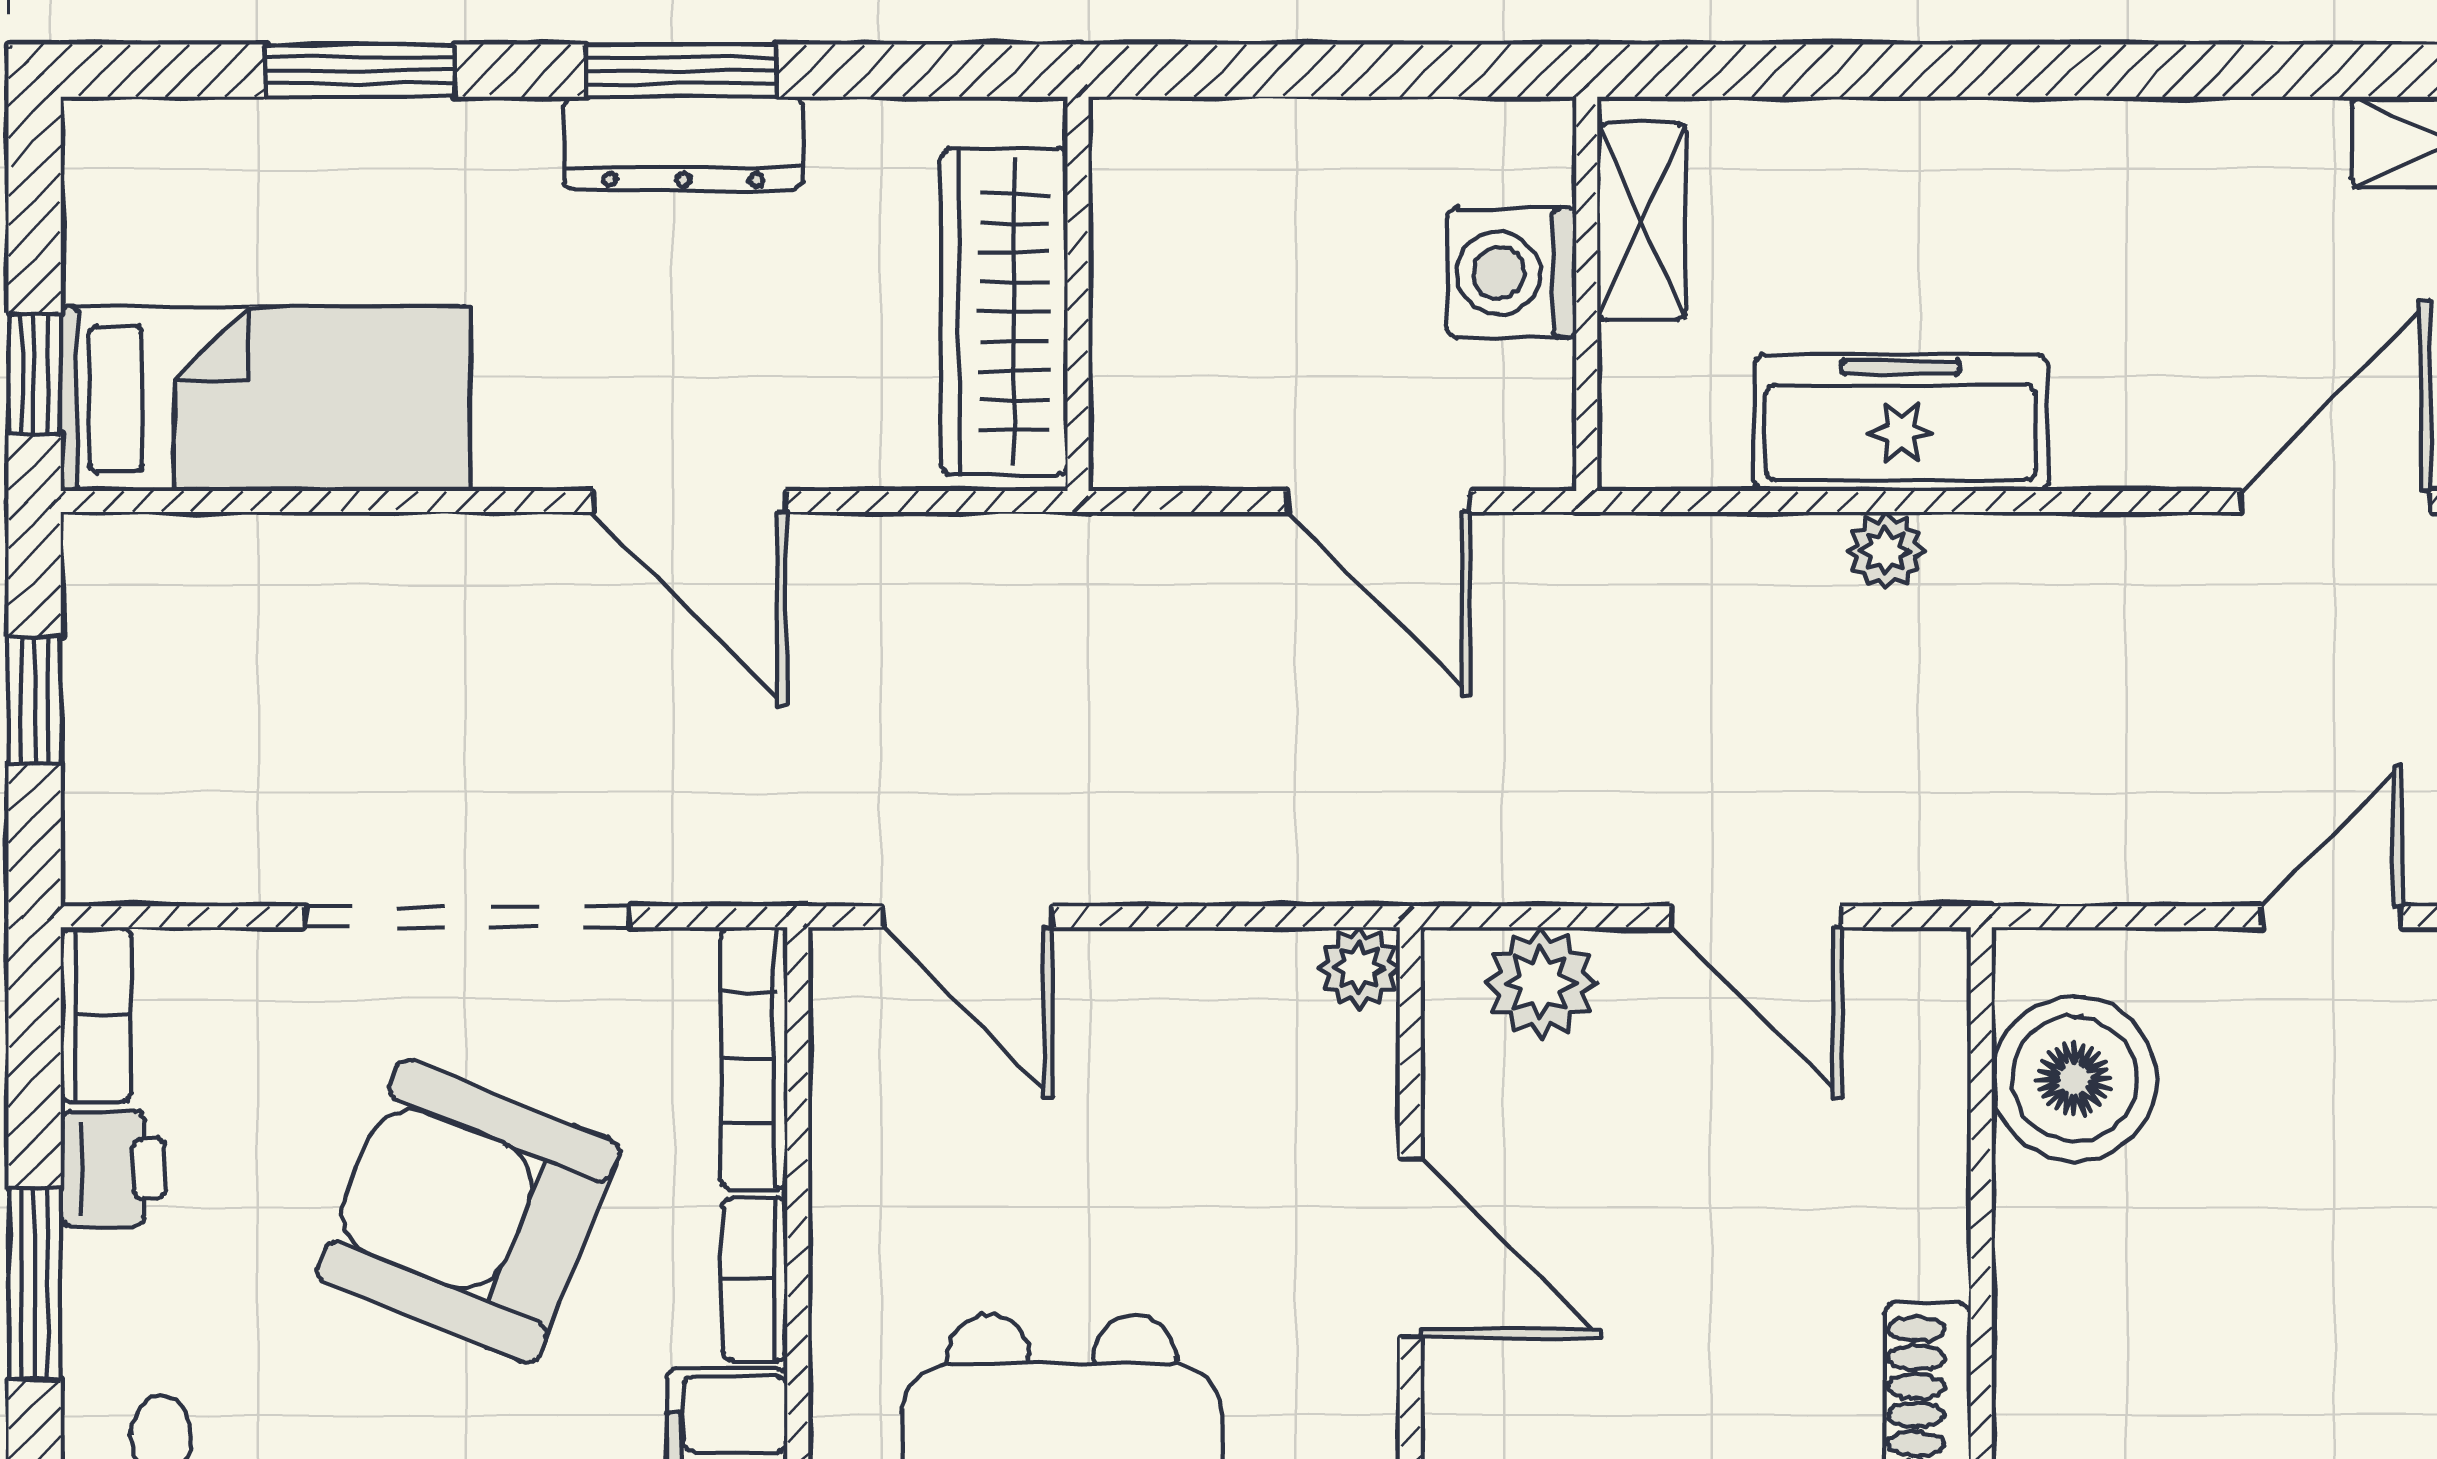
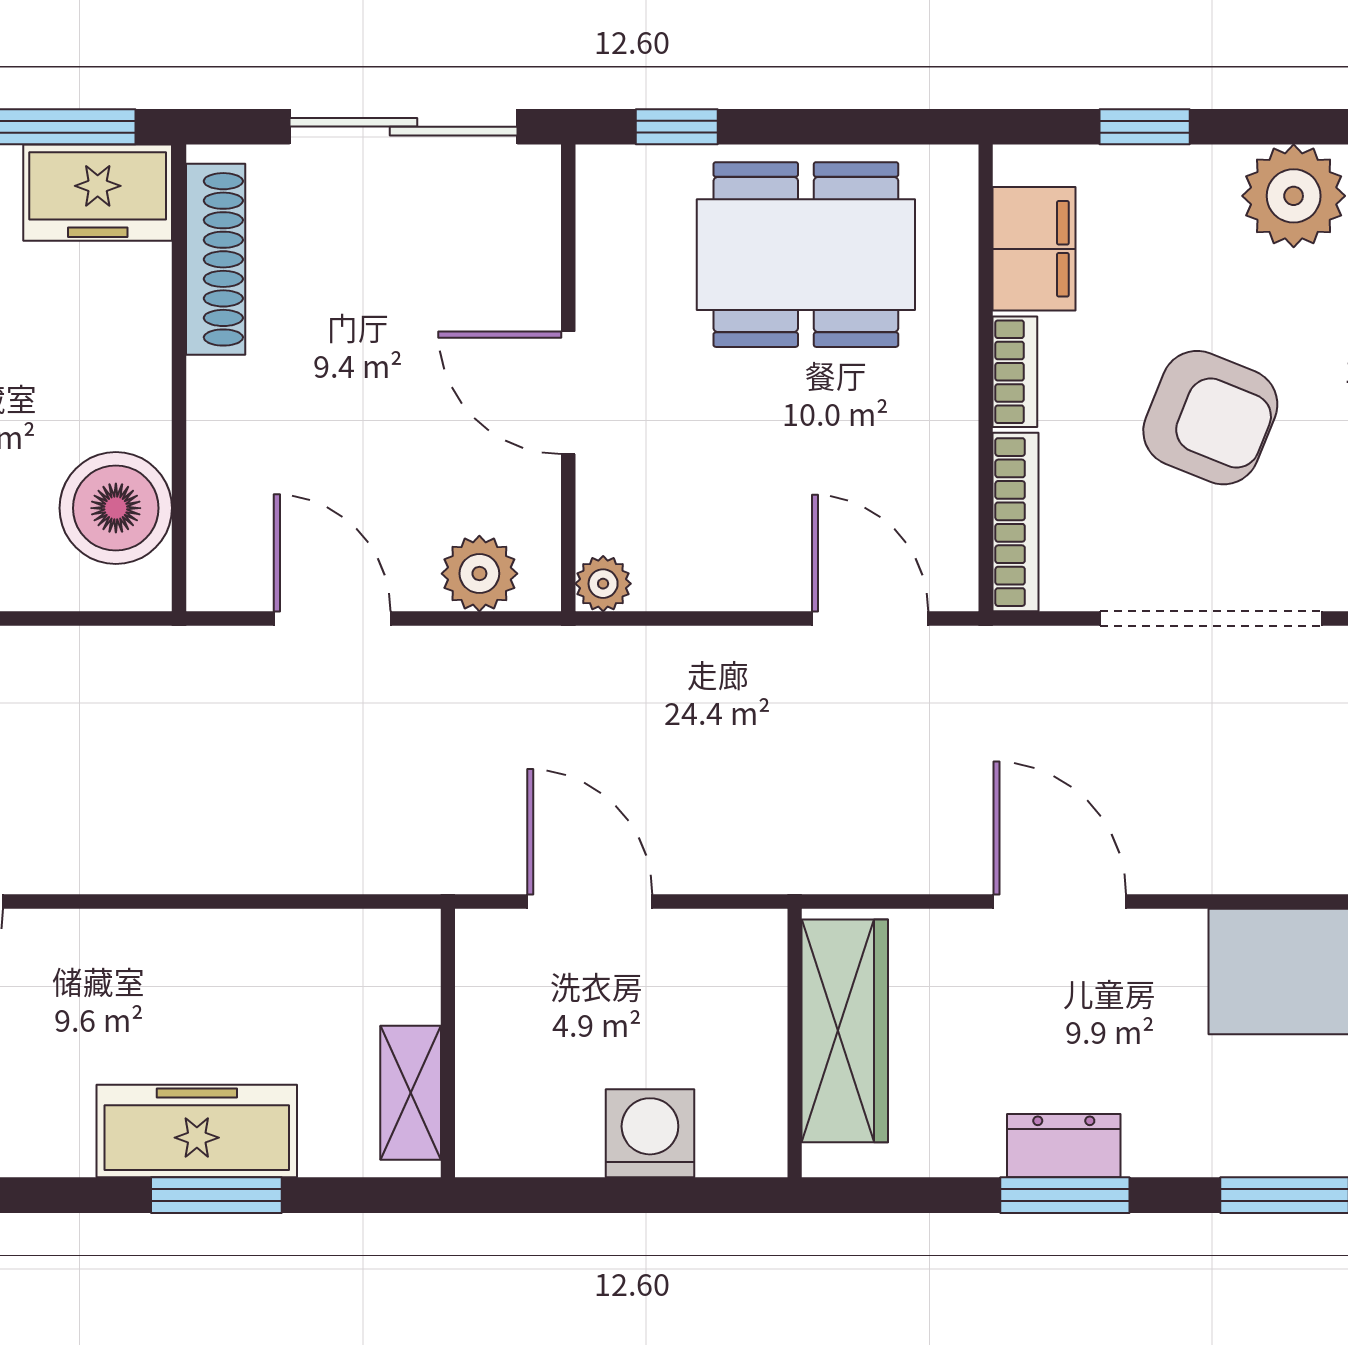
window: (1926, 71) -> (216, 1195), added
dresser: (683, 143) -> (1064, 1146), width x0.70
washing machine: (1512, 273) -> (650, 1133), moved, turned -90
freezer: (1901, 423) -> (197, 1131), moved, turned 180
plant: (1886, 551) -> (244, 868), removed
armchair: (468, 1211) -> (1210, 418), width x0.73, depth x0.73

